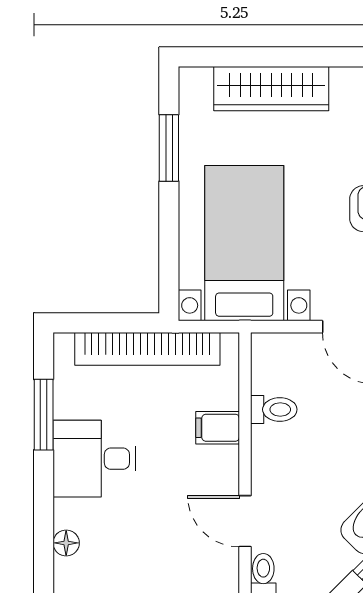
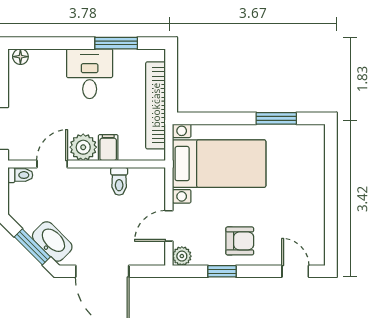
wardrobe: (271, 89) -> (312, 180), removed
plant: (217, 469) -> (83, 147), added
floor lamp: (66, 543) -> (20, 57), moved

